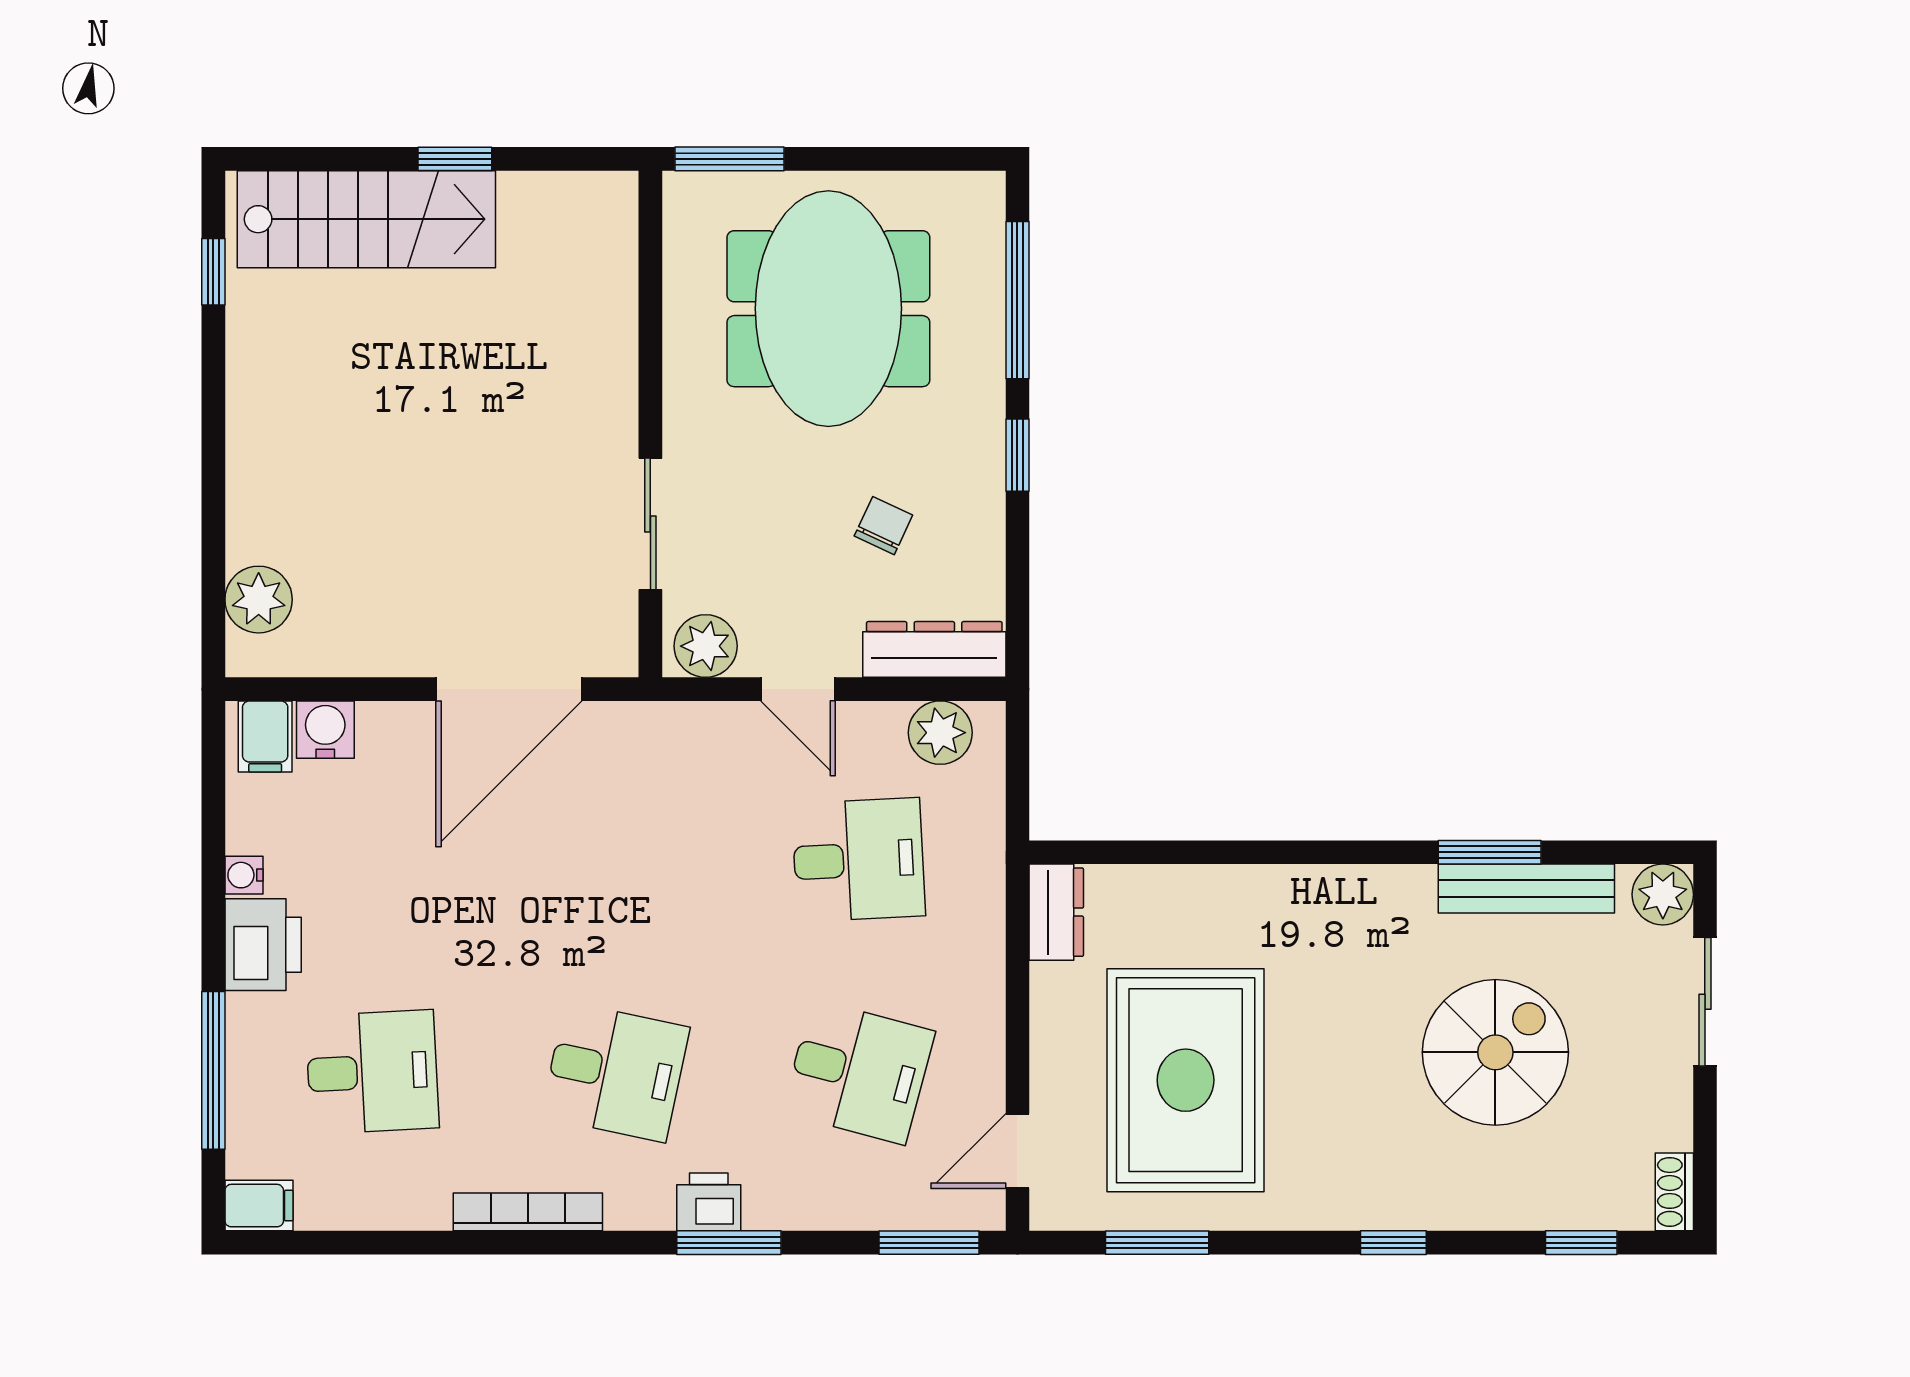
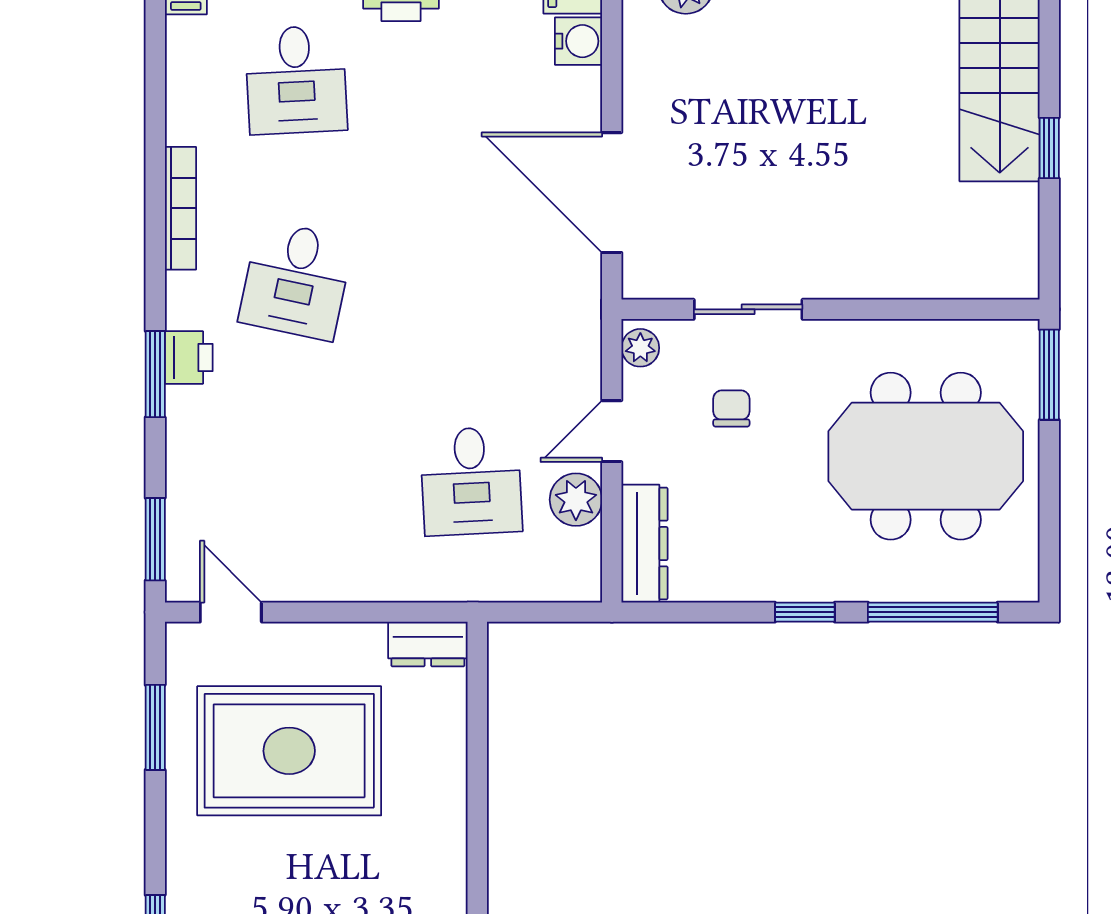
chair: (883, 526) -> (731, 408), moved, turned -115
plant: (706, 646) -> (640, 348), width x0.73, depth x0.73
plant: (940, 733) -> (576, 500), moved
desk: (859, 1072) -> (296, 481), removed

